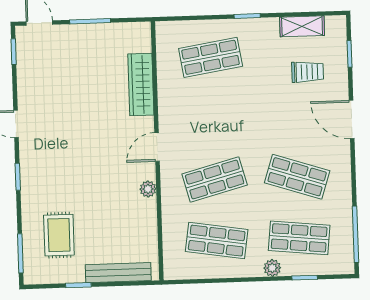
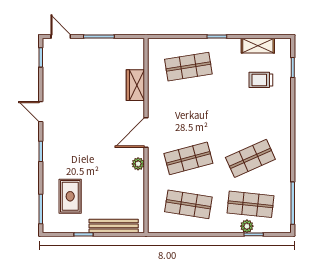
trolley: (308, 72) -> (261, 80), turned 180
wardrobe: (141, 84) -> (135, 85), width x0.67
door: (352, 119) -> (293, 117), removed
door: (157, 147) -> (146, 133), width x1.38
shop shelf: (297, 177) -> (250, 158), turned -42
plant: (272, 268) -> (247, 226), moved

